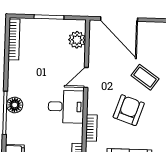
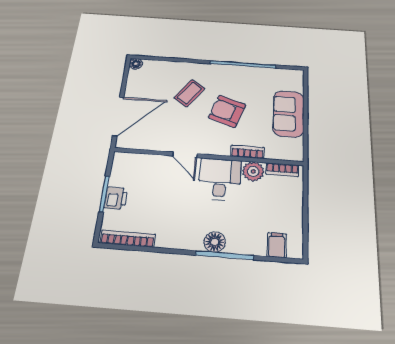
printer: (46, 26) -> (116, 198), added
plant: (77, 40) -> (253, 171), moved

